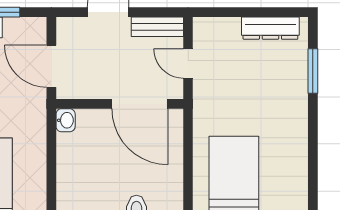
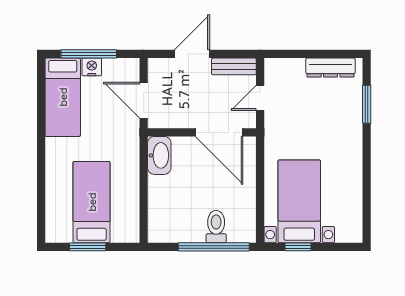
door: (188, 64) -> (260, 98), hinge flipped
washbasin: (66, 120) -> (159, 155), width x1.91, depth x1.45

